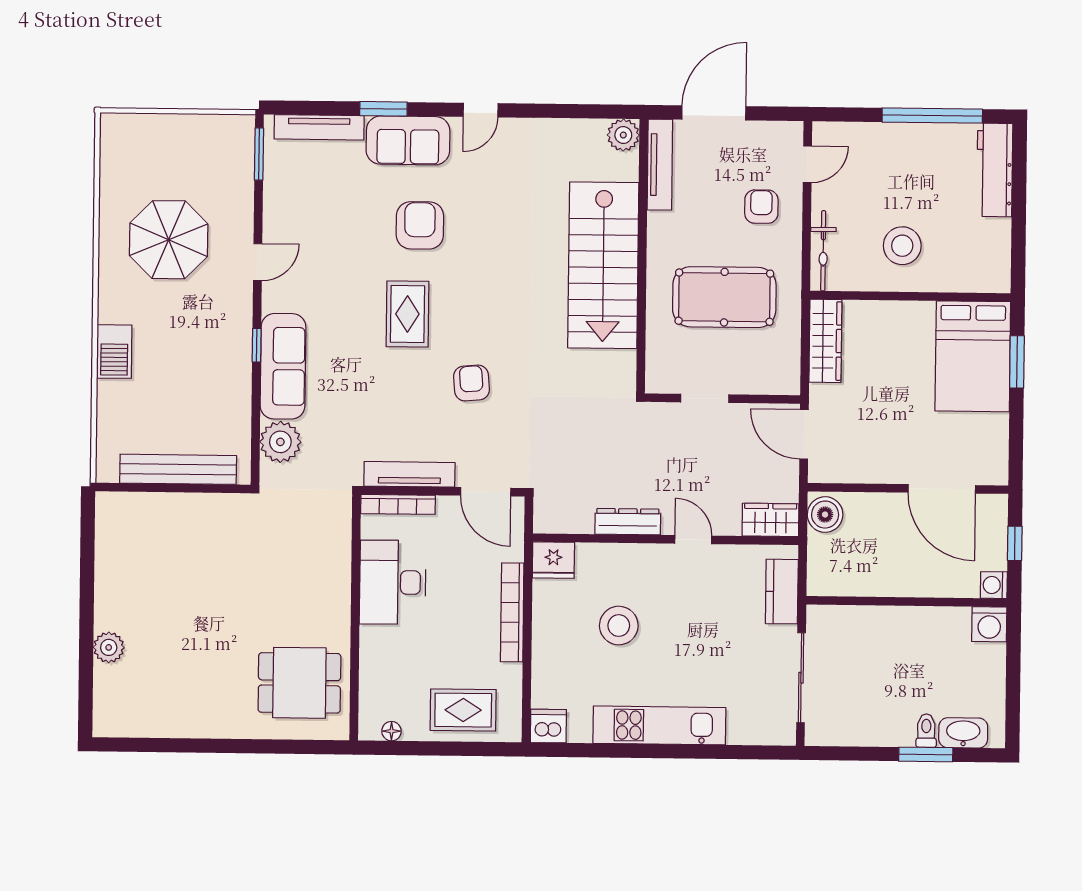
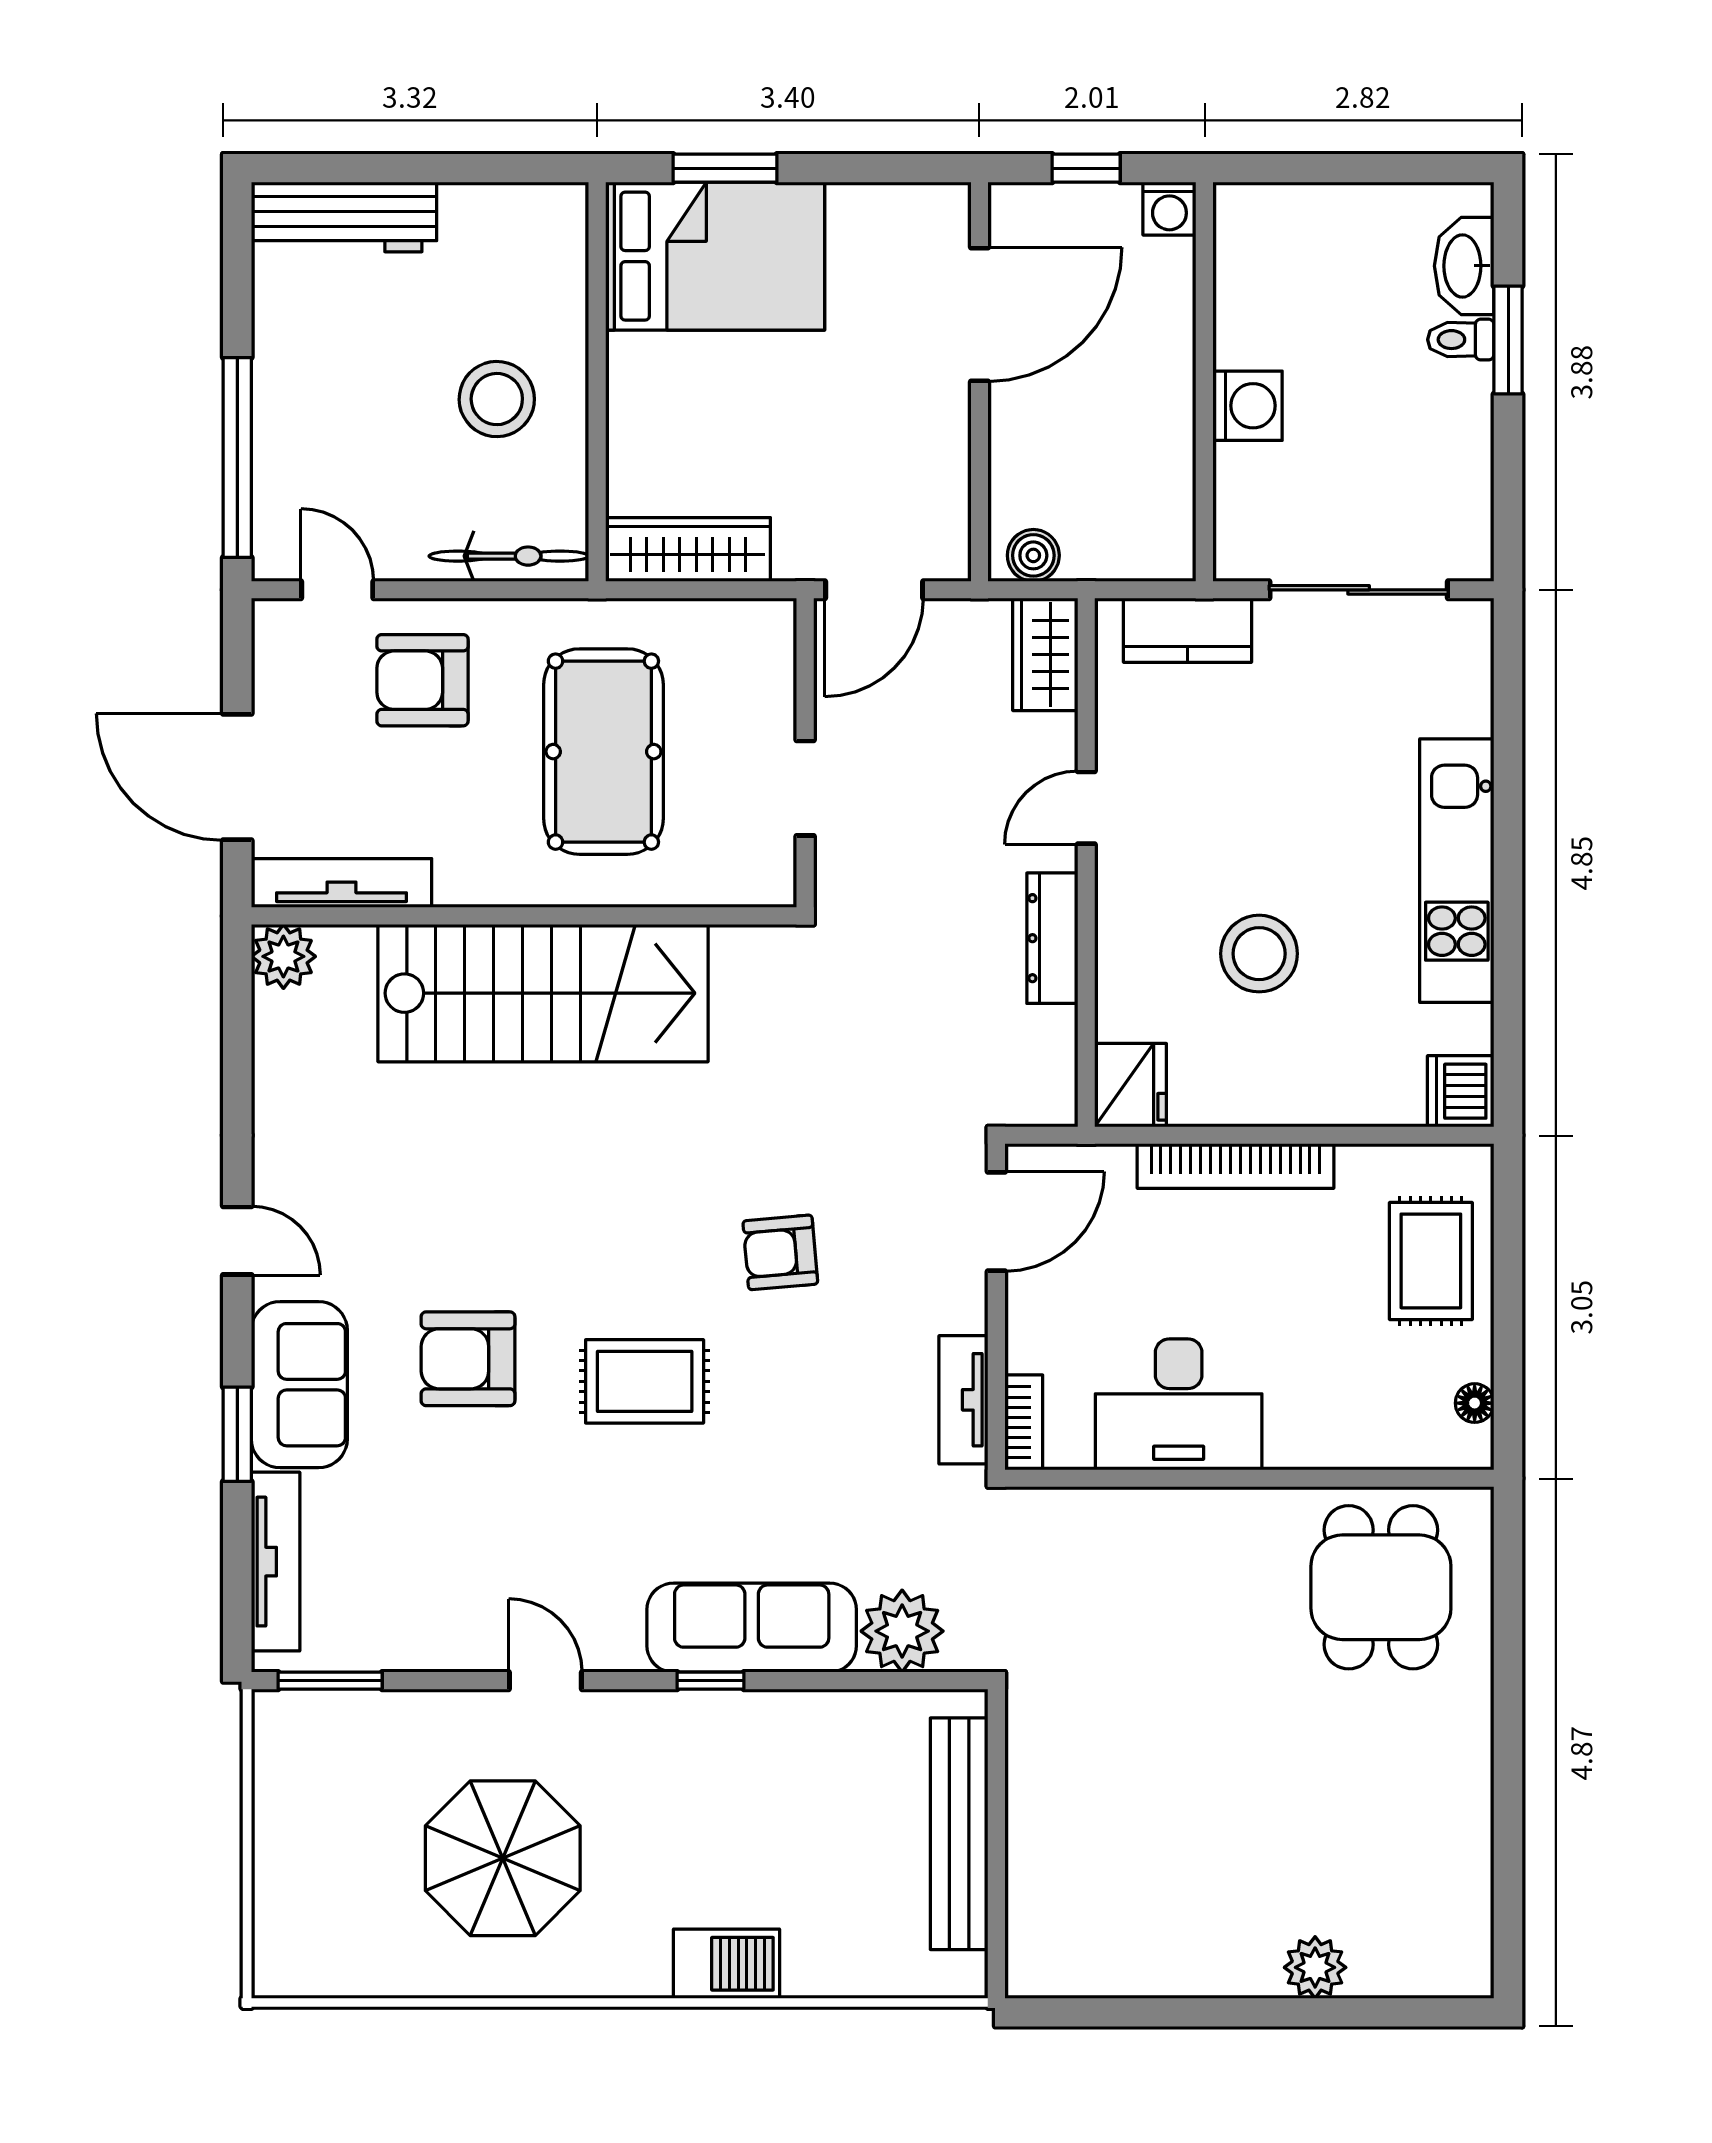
window: (932, 116) -> (237, 457), moved
armchair: (761, 207) -> (422, 680), width x1.38, depth x1.38
tv unit: (409, 474) -> (963, 1400), width x0.71
bookcase: (398, 504) -> (1024, 1422), width x0.64
boiler: (825, 515) -> (1033, 555), width x0.73, depth x0.73
washing machine: (989, 624) -> (1247, 406), moved

